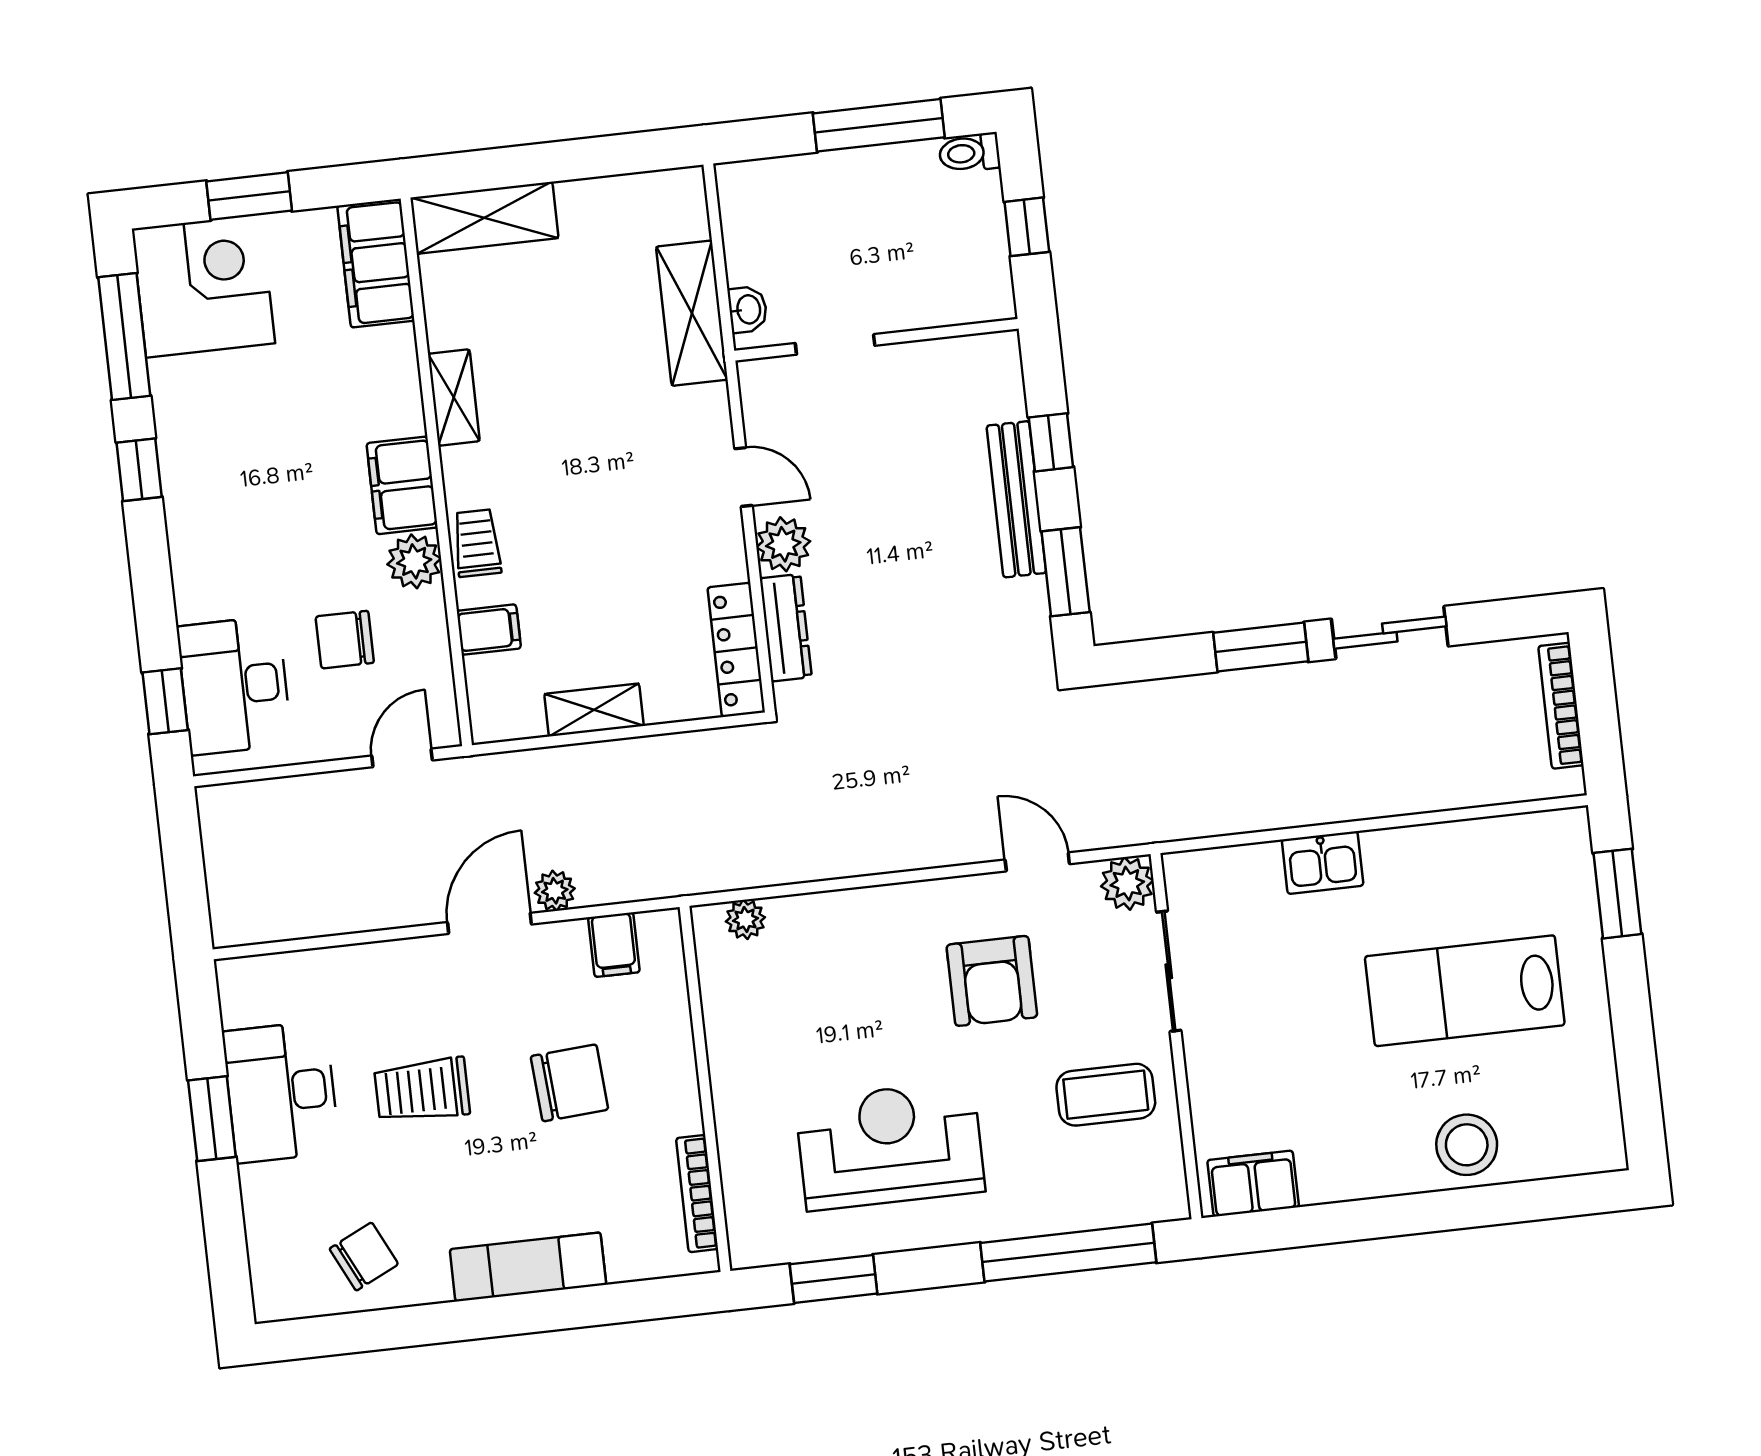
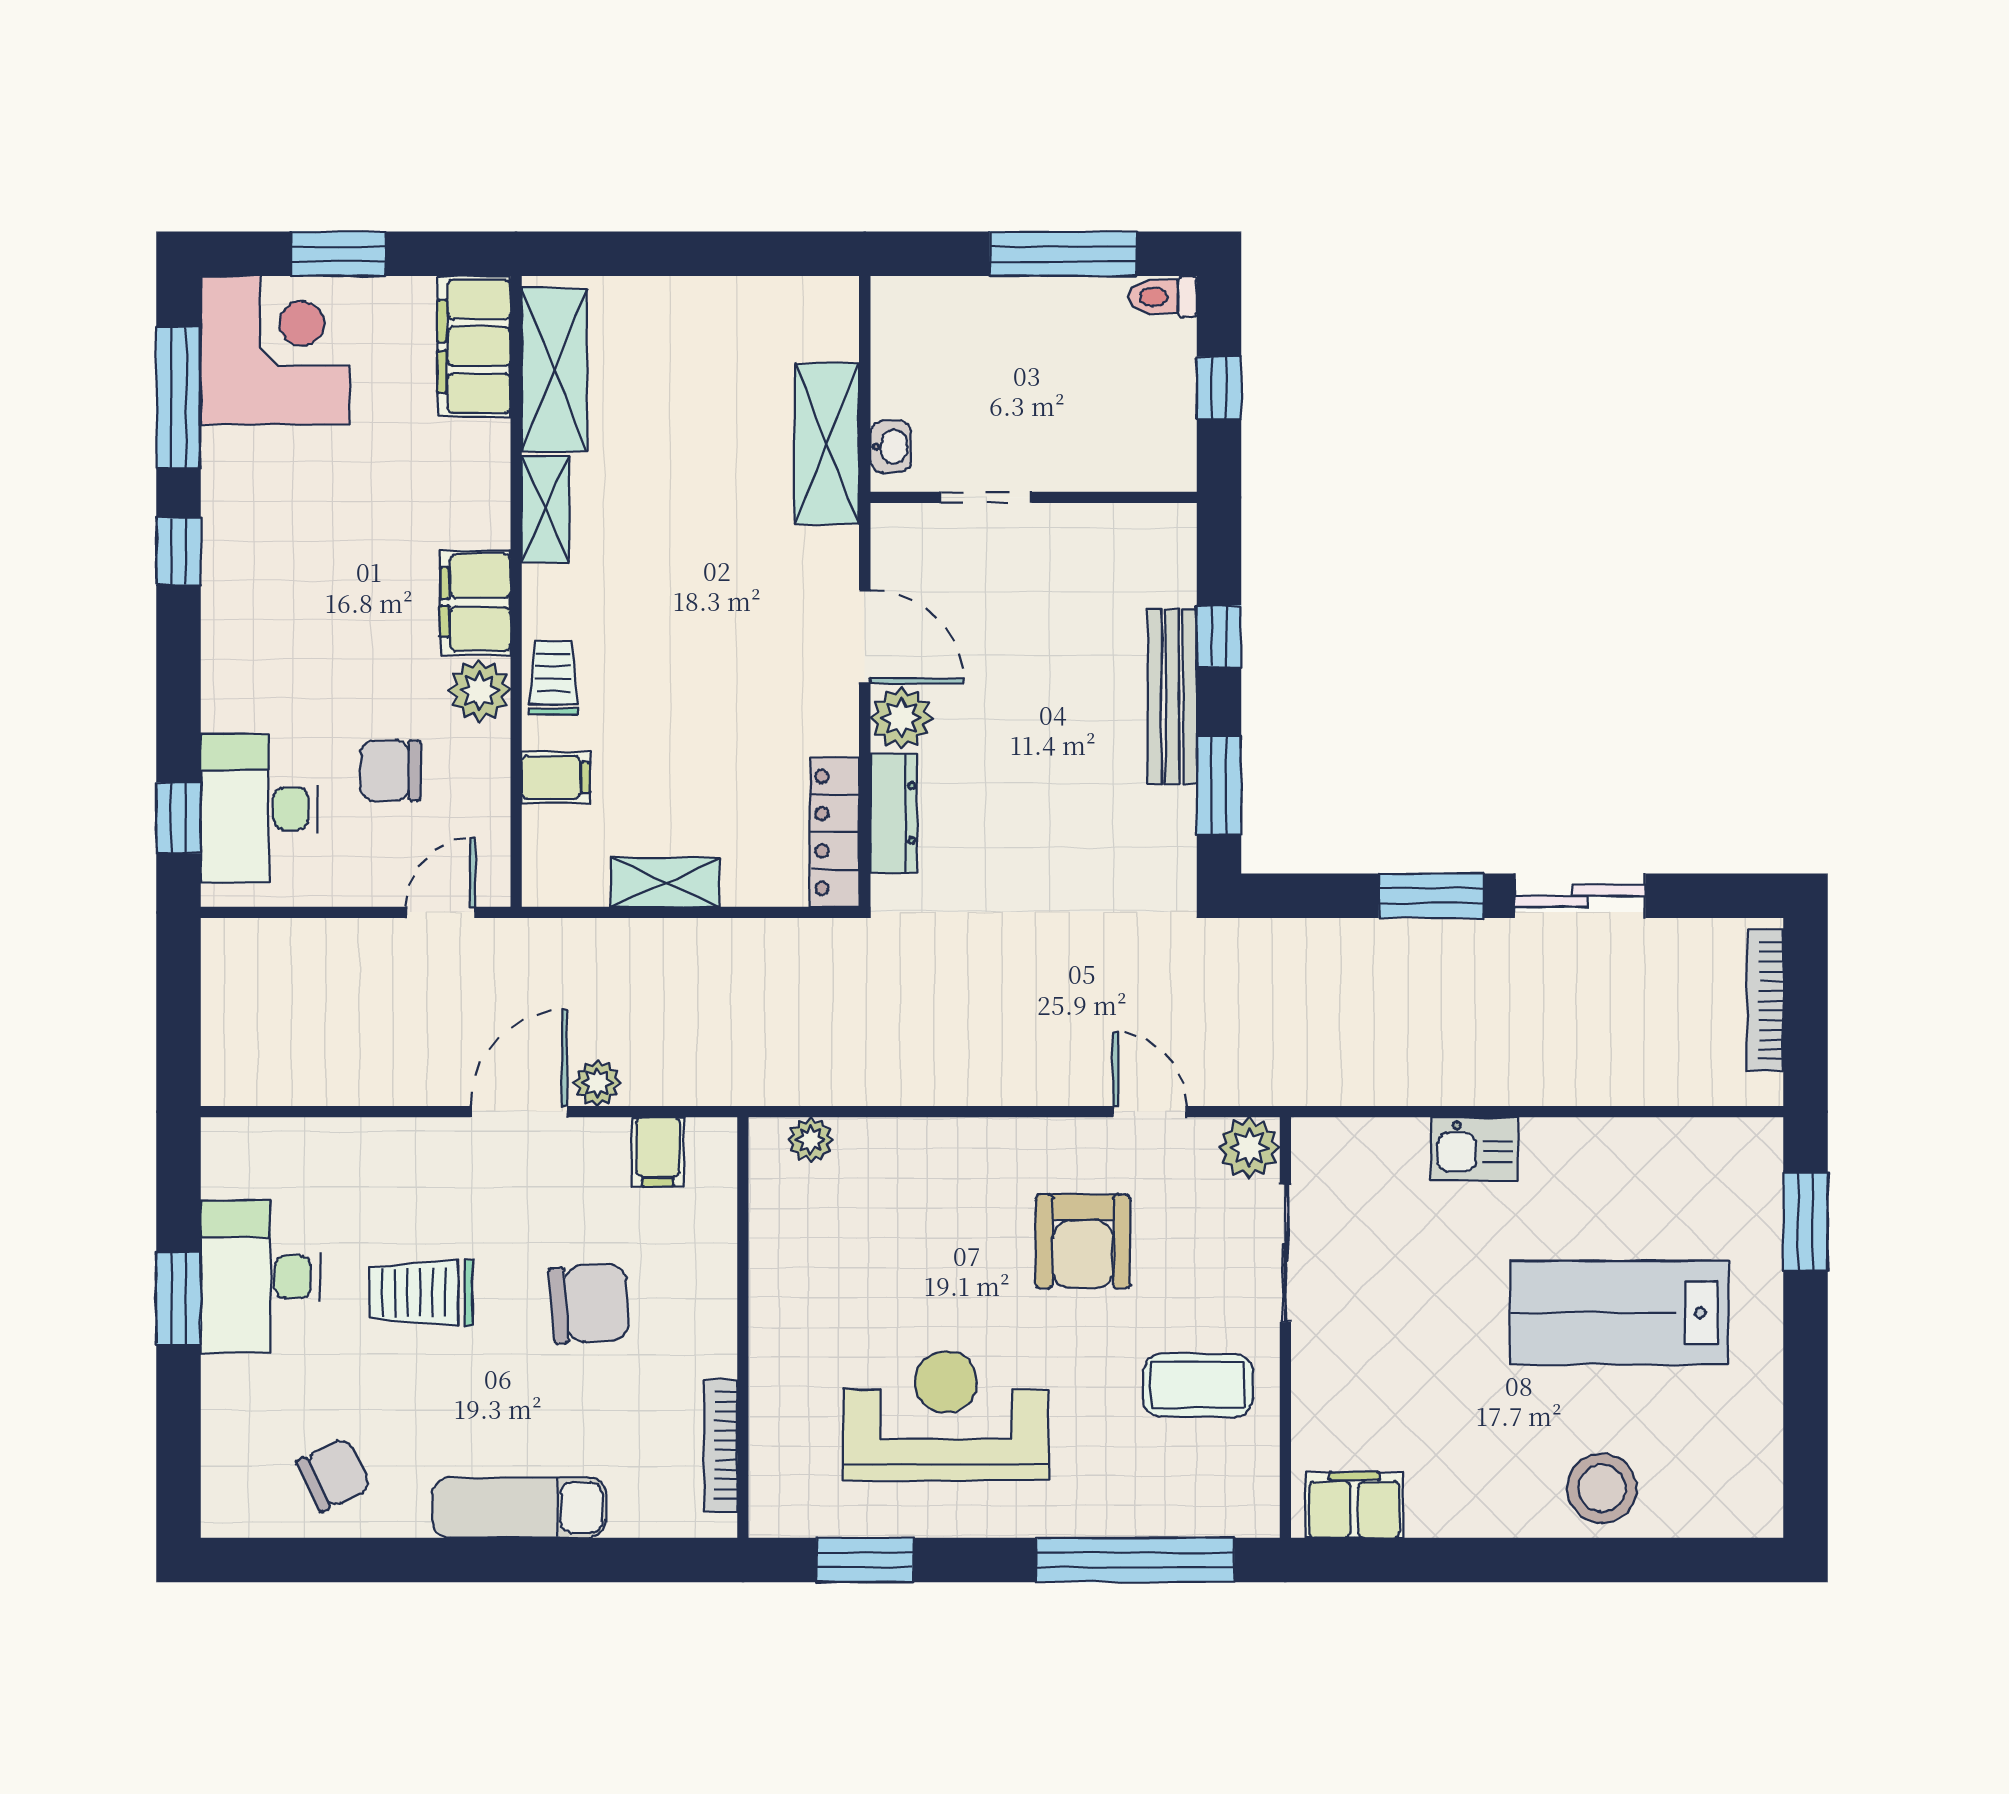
shelving: (484, 218) -> (554, 370), moved, turned 90
door: (743, 477) -> (865, 636), width x1.38

